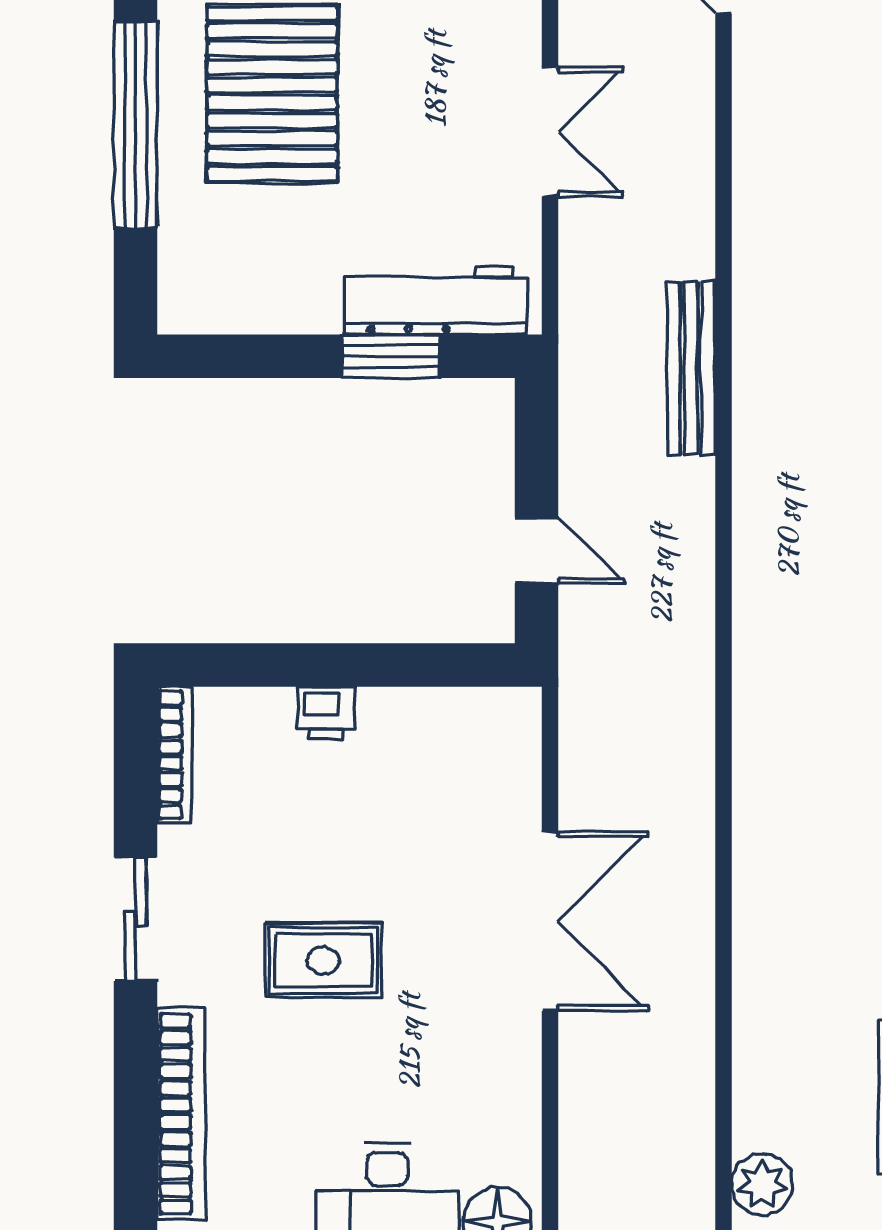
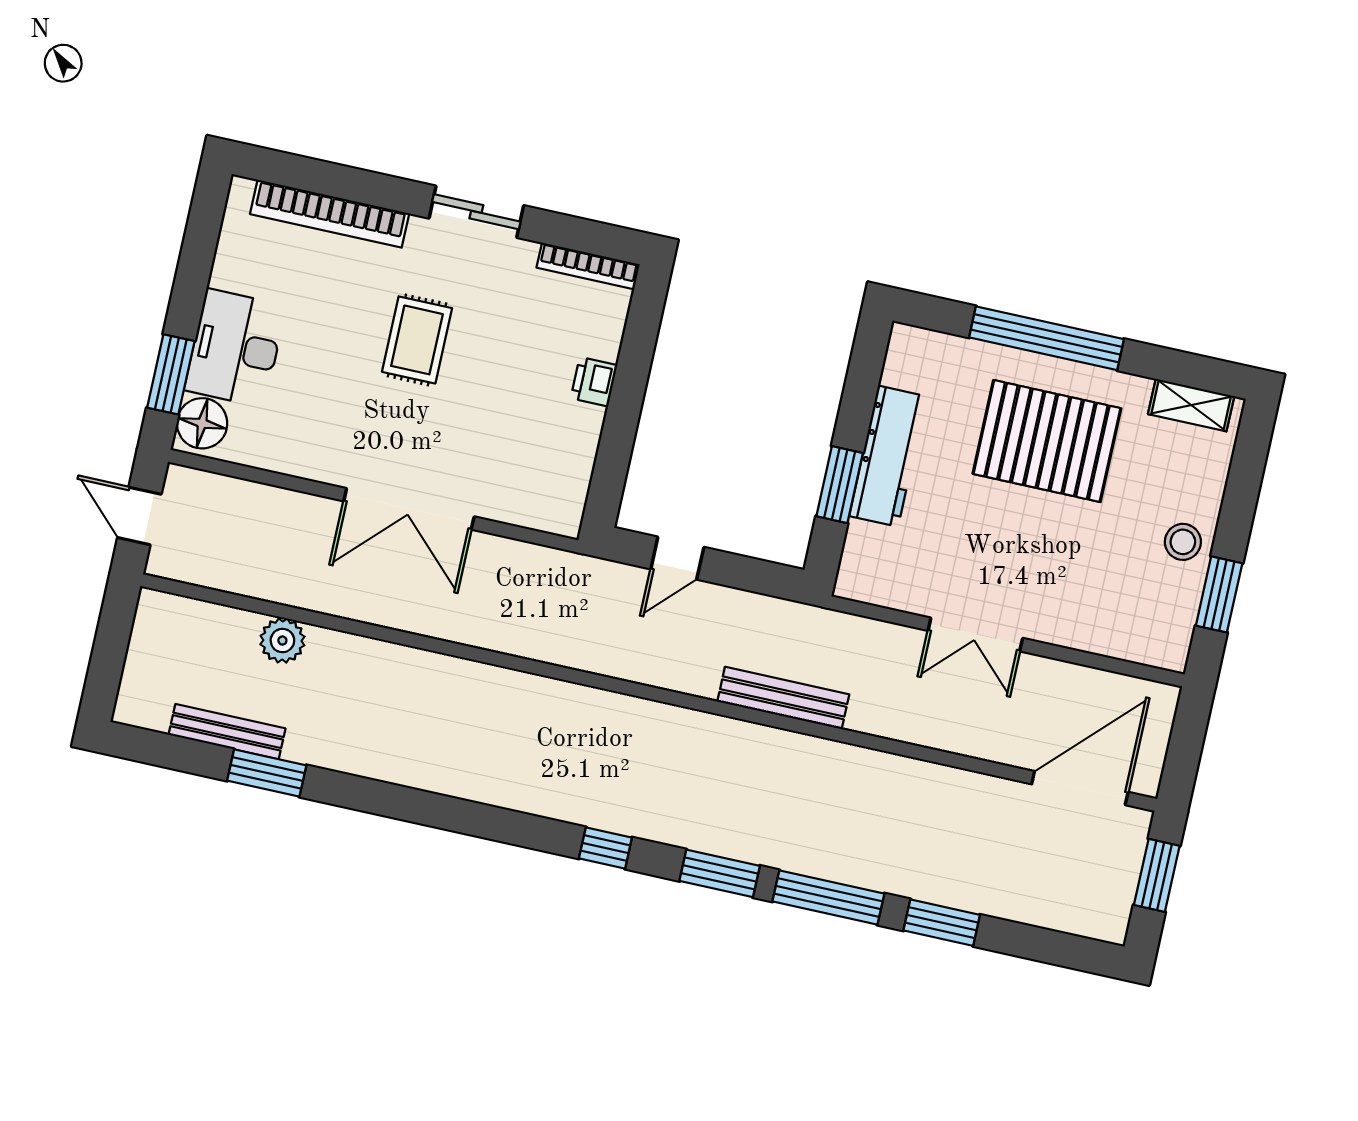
workbench: (436, 300) -> (888, 456), moved
plant: (762, 1185) -> (282, 641), moved

